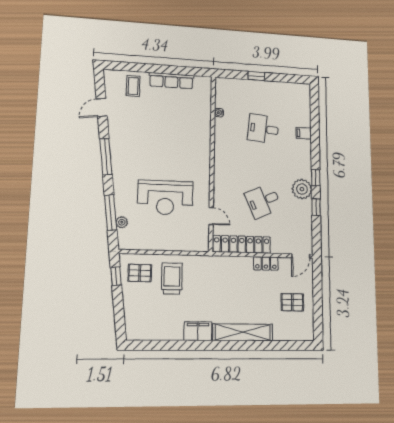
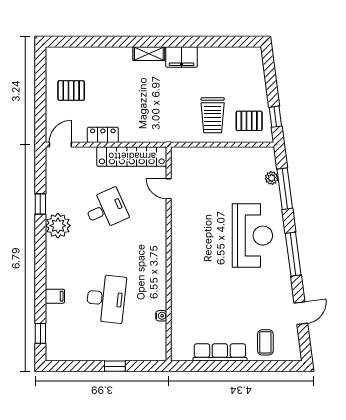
desk: (263, 129) -> (106, 299), width x1.37
window: (316, 178) -> (40, 333), moved
reception desk: (165, 198) -> (252, 236), moved, turned 90
shelving: (243, 332) -> (149, 54), width x0.45, depth x0.75

